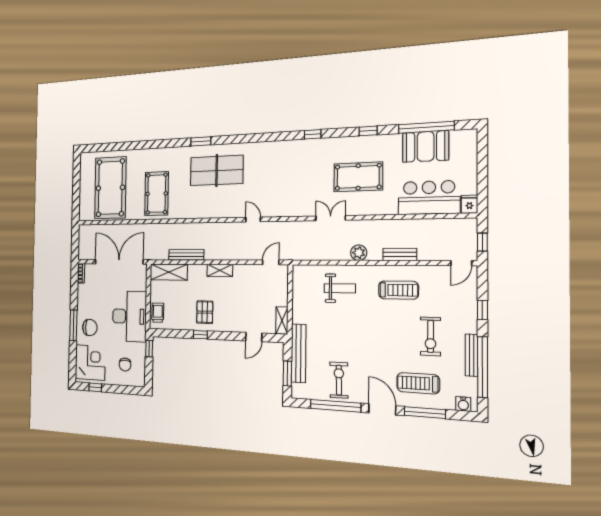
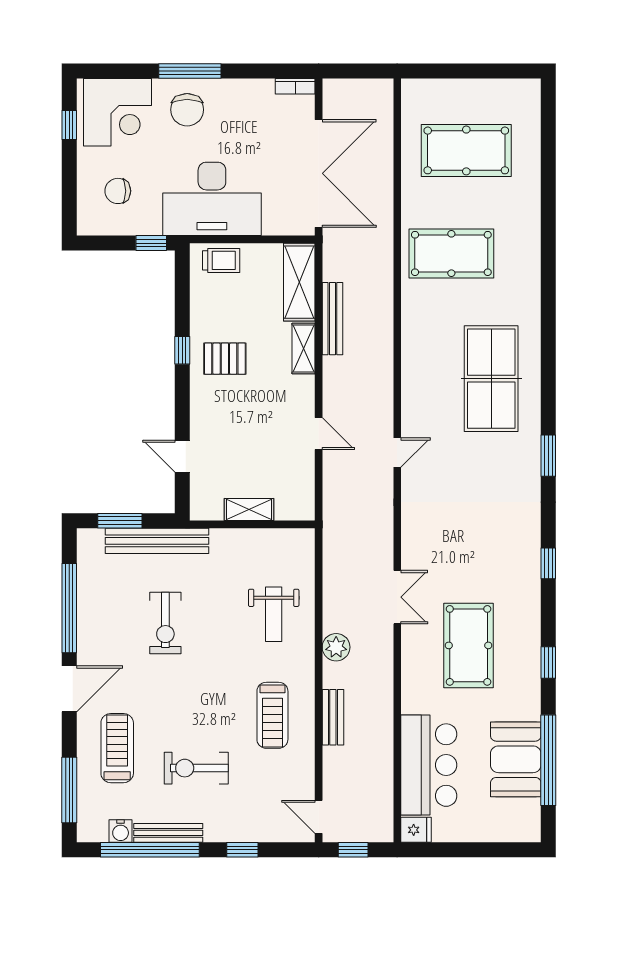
window: (201, 141) -> (548, 456), moved
pool table: (110, 188) -> (466, 150), width x0.73, depth x0.76
door: (271, 262) -> (319, 434), moved
shelving: (220, 270) -> (303, 349), moved
shelving: (282, 320) -> (249, 510), moved
exercise bike: (339, 380) -> (165, 623), moved, turned 91
water cooler: (463, 404) -> (121, 831), moved, turned -90
window: (425, 413) -> (69, 790), moved

